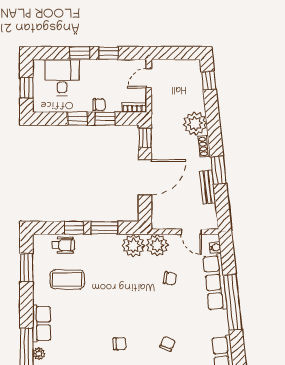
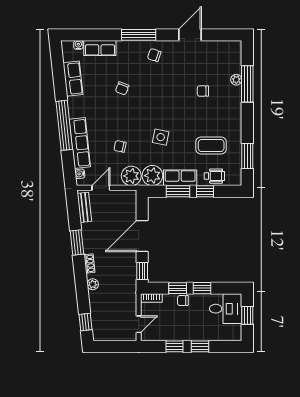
desk: (62, 78) -> (226, 309), moved, turned -90
plant: (195, 124) -> (93, 284), width x0.53, depth x0.53
bench: (208, 187) -> (84, 207), moved
door: (191, 232) -> (101, 188), hinge flipped
wheelchair: (63, 245) -> (214, 176), turned 180
side table: (124, 289) -> (161, 137), added
row of seats: (42, 323) -> (180, 178), moved, turned 90
chair: (120, 344) -> (203, 91), moved

